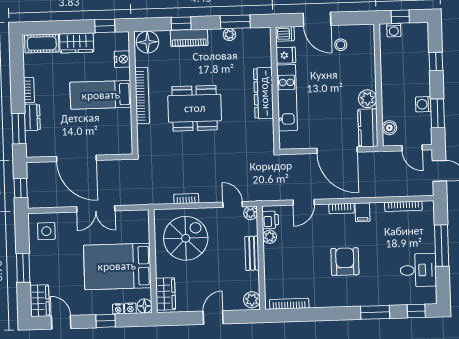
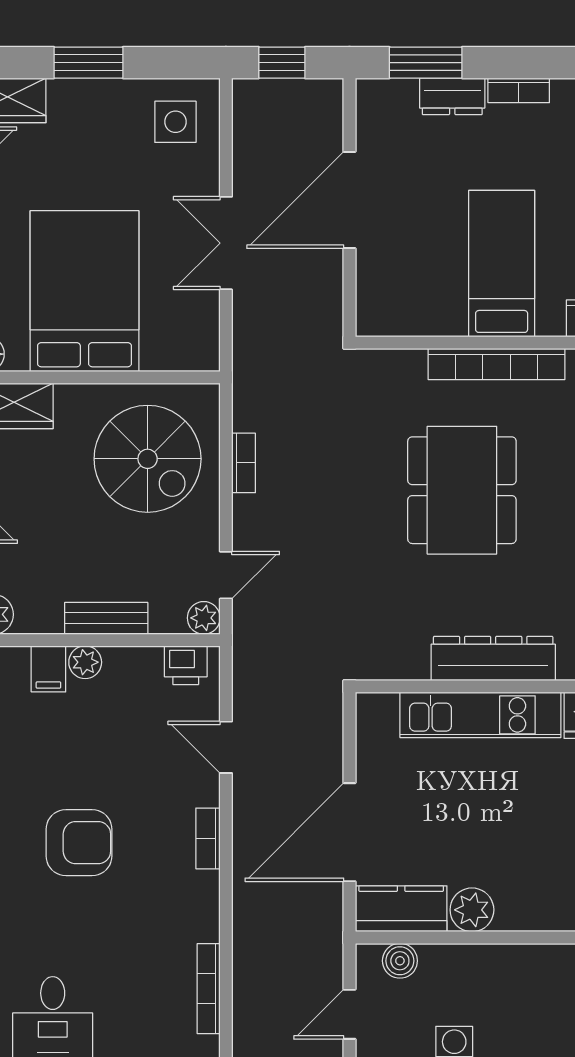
filing cabinet: (363, 212) -> (48, 669), moved, turned -90
plant: (270, 237) -> (85, 662), moved

